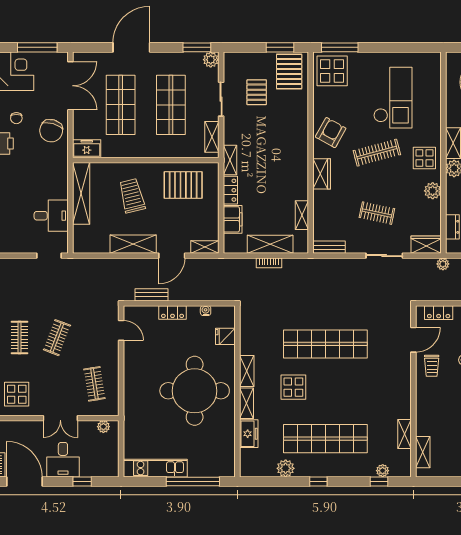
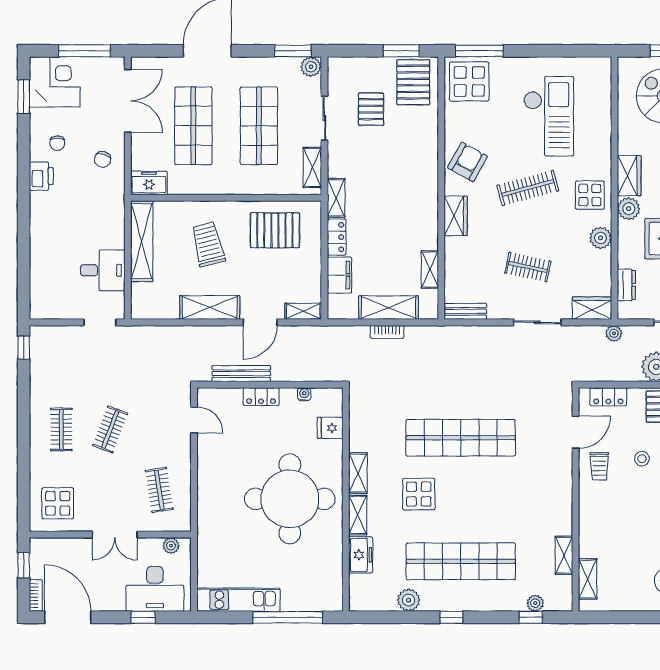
chair: (51, 131) -> (103, 159), width x0.54, depth x0.54
bench: (151, 295) -> (241, 374), width x1.36
desk: (63, 460) -> (155, 589), moved, width x1.37

